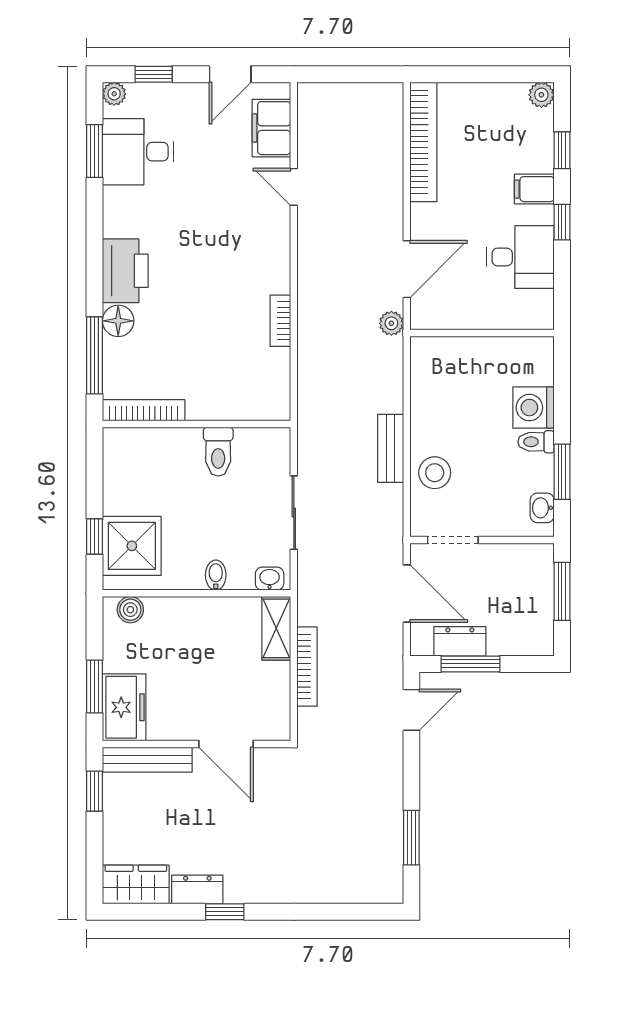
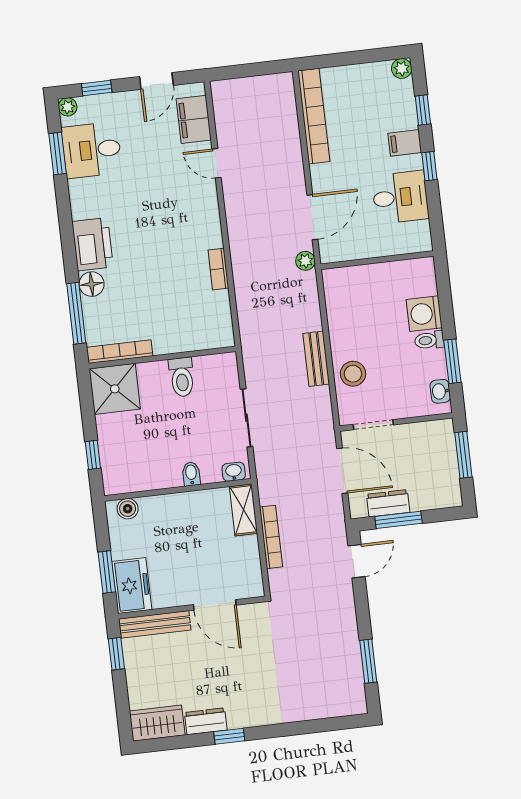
shower: (132, 546) -> (115, 389), moved

